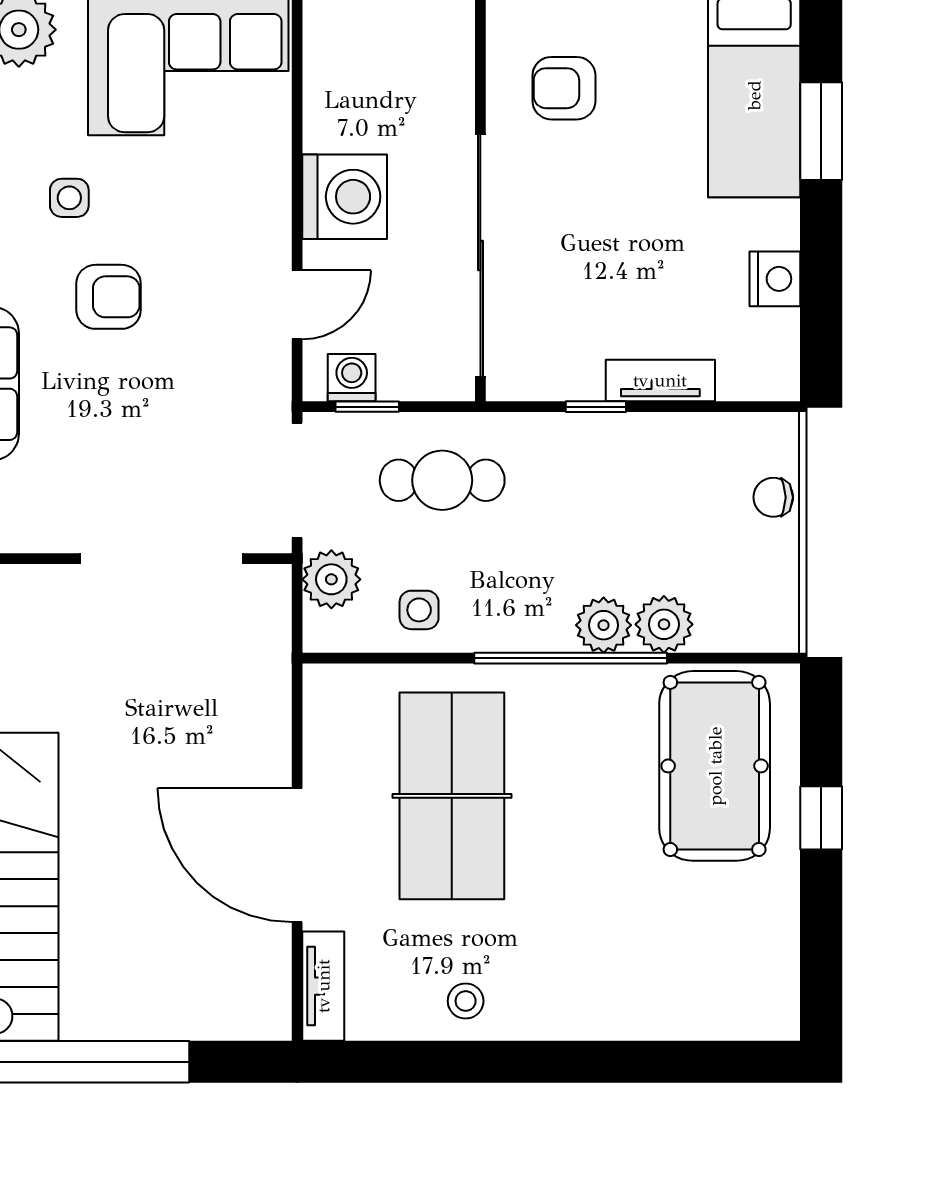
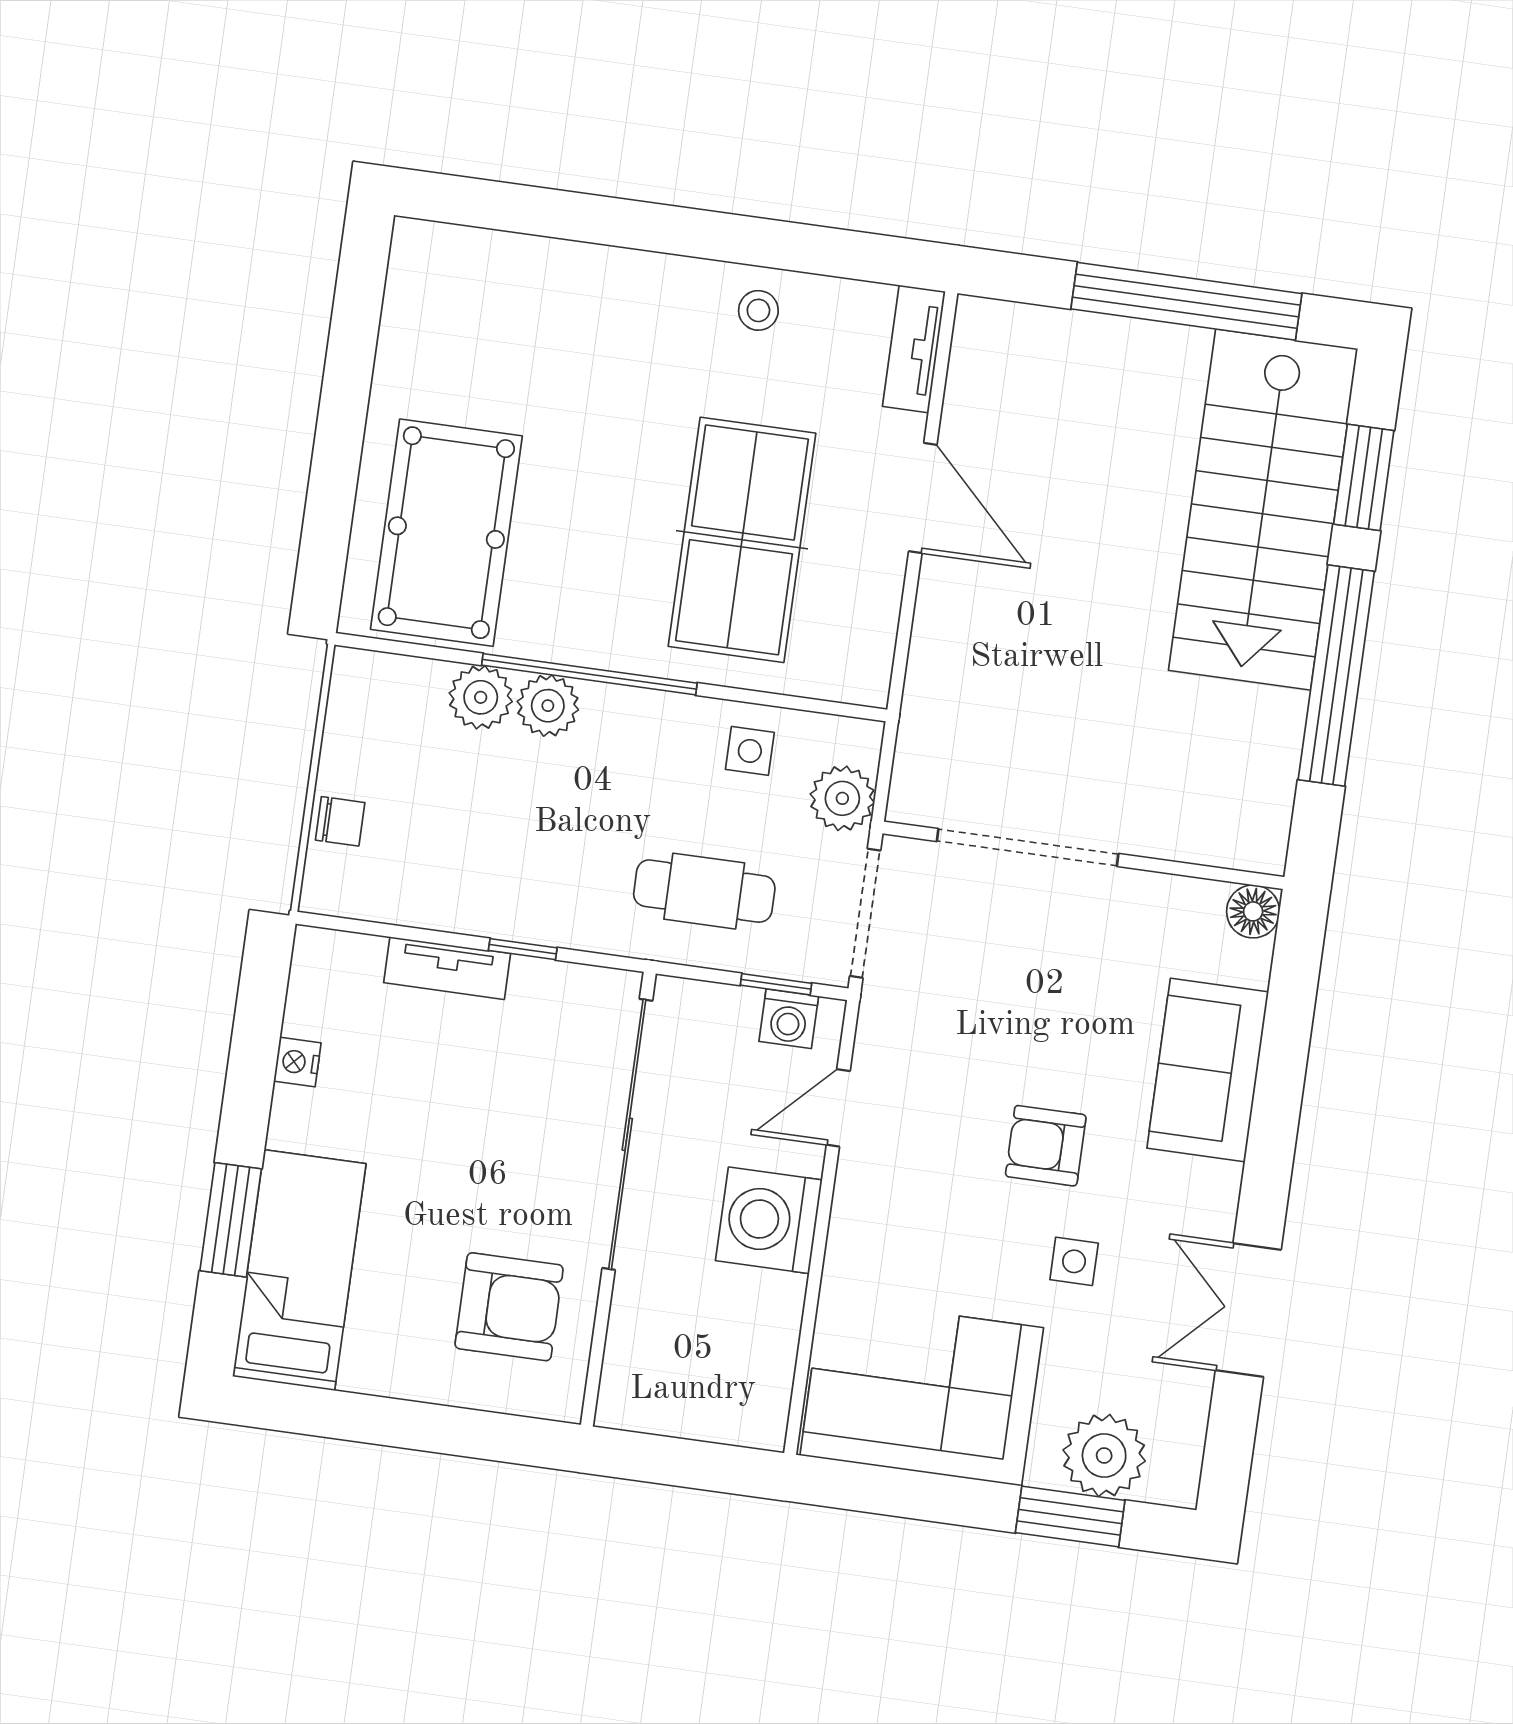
armchair: (564, 88) -> (509, 1307), width x1.38, depth x1.38
nightstand: (775, 279) -> (297, 1062), width x0.72, depth x0.74
window: (821, 818) -> (336, 459), removed
door: (297, 855) -> (923, 498), width x0.73

